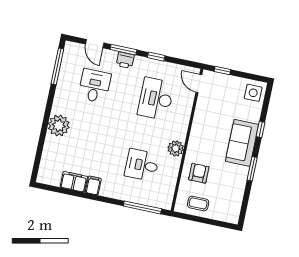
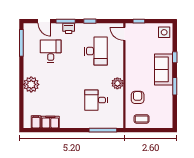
desk: (156, 99) -> (96, 51), turned 180
filing cabinet: (93, 185) -> (36, 122), moved

